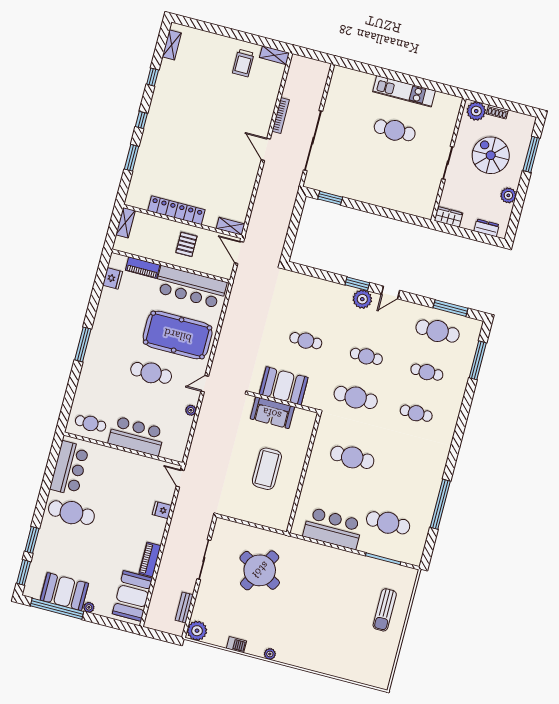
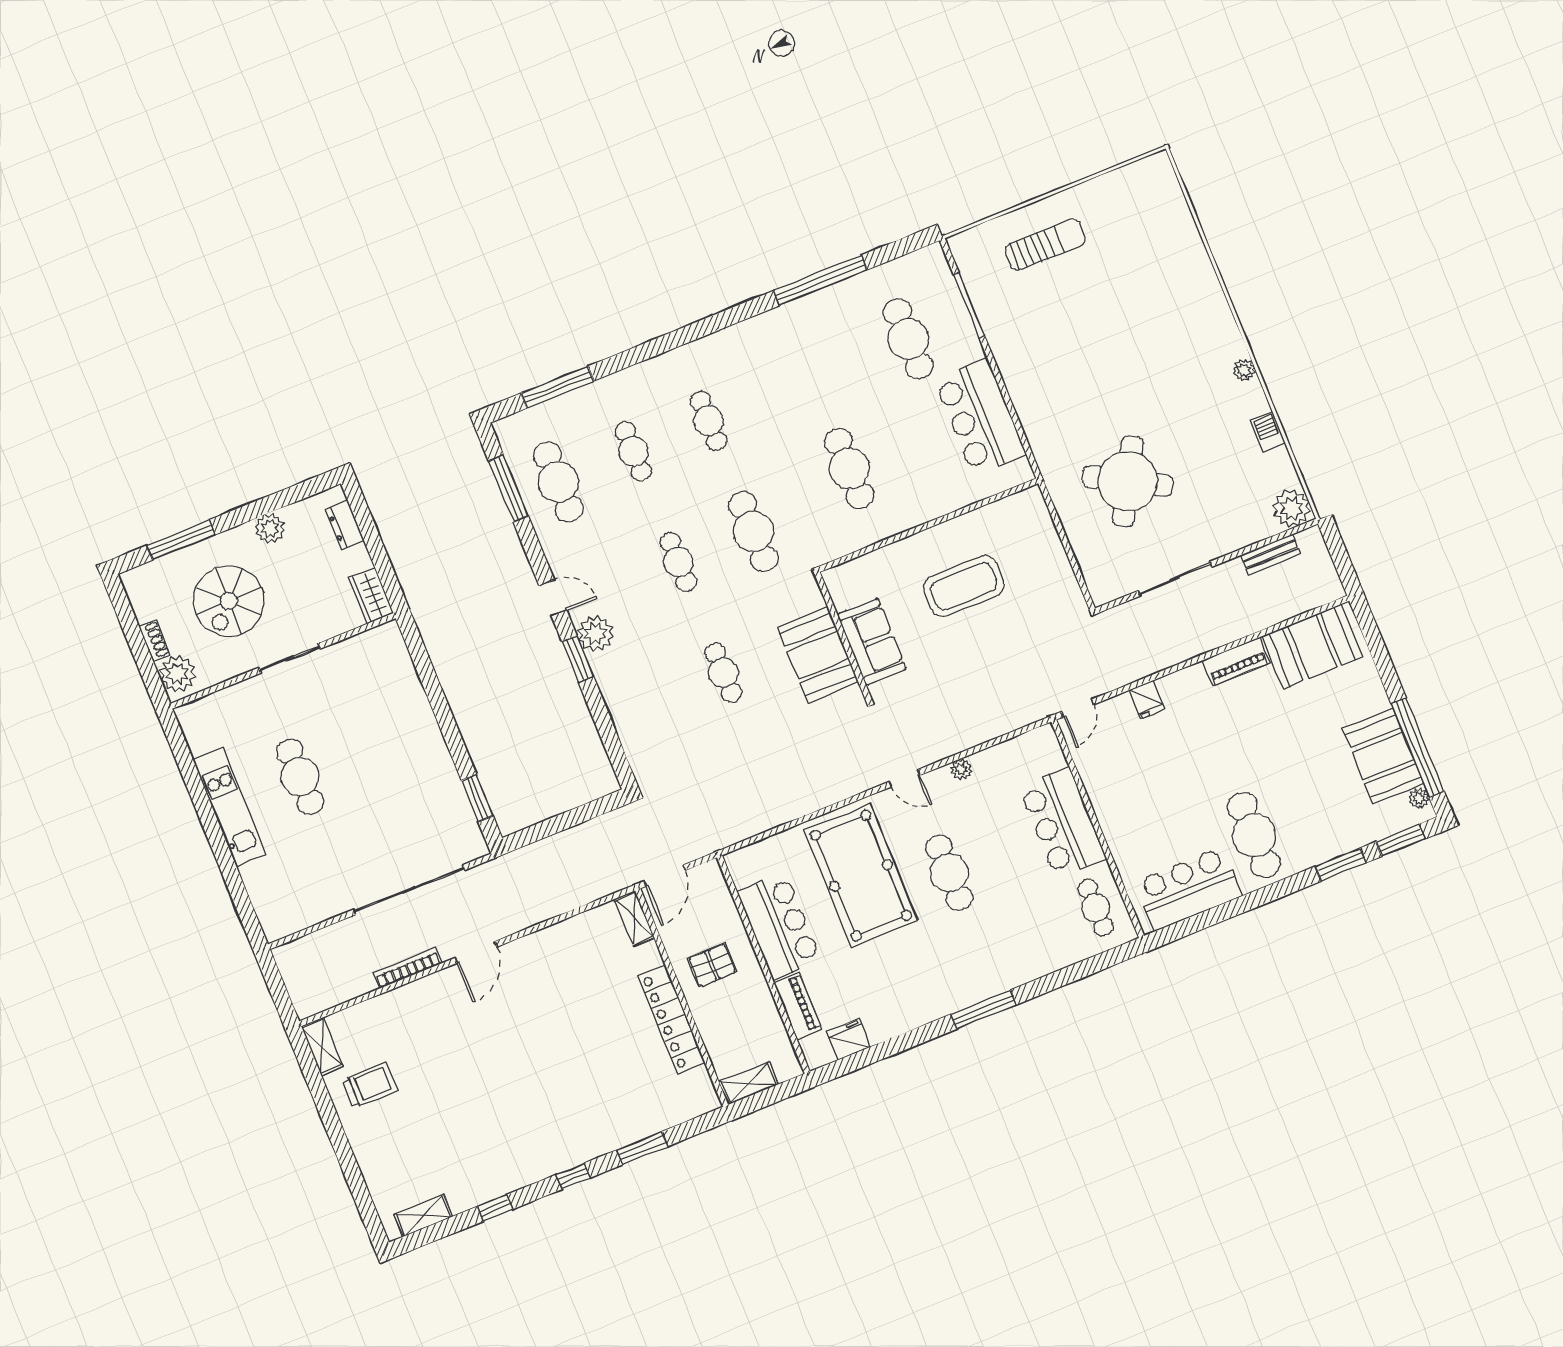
bar counter: (191, 287) -> (779, 926), width x0.73
plant: (89, 607) -> (1419, 798), moved

